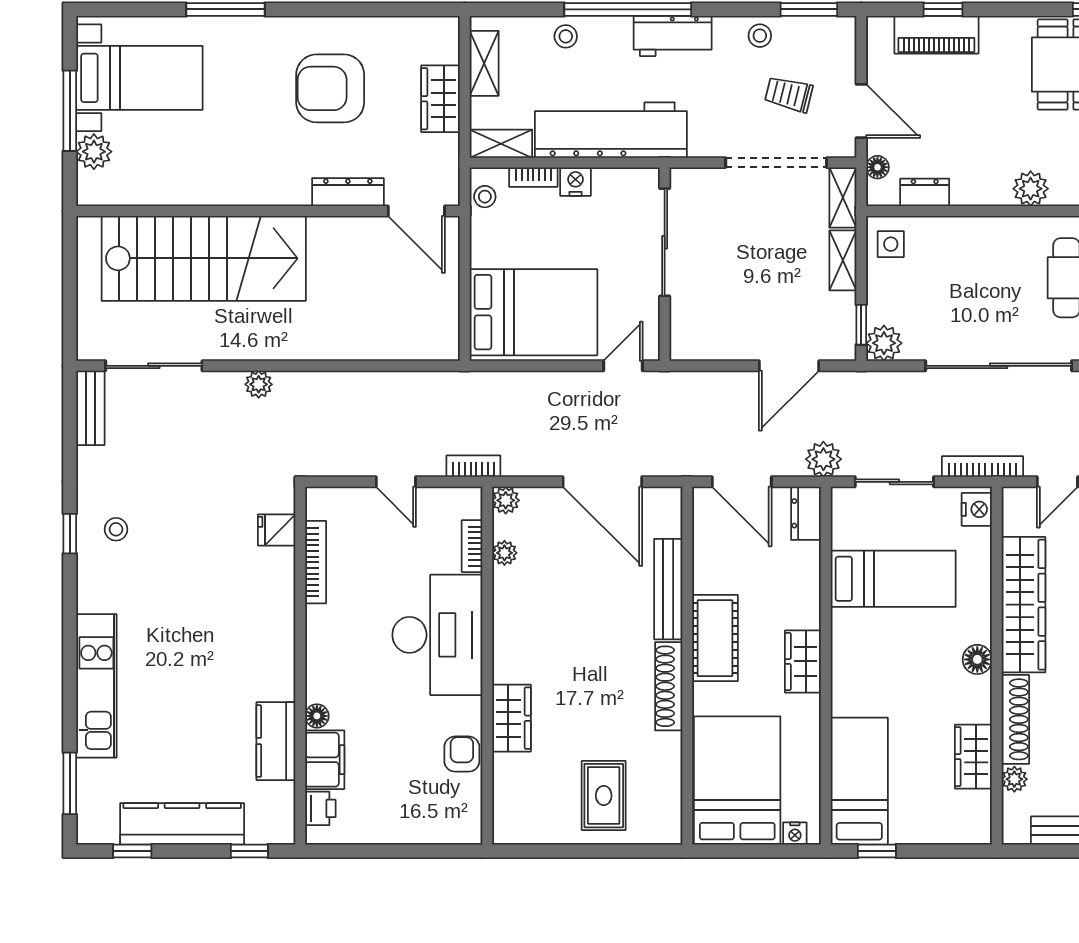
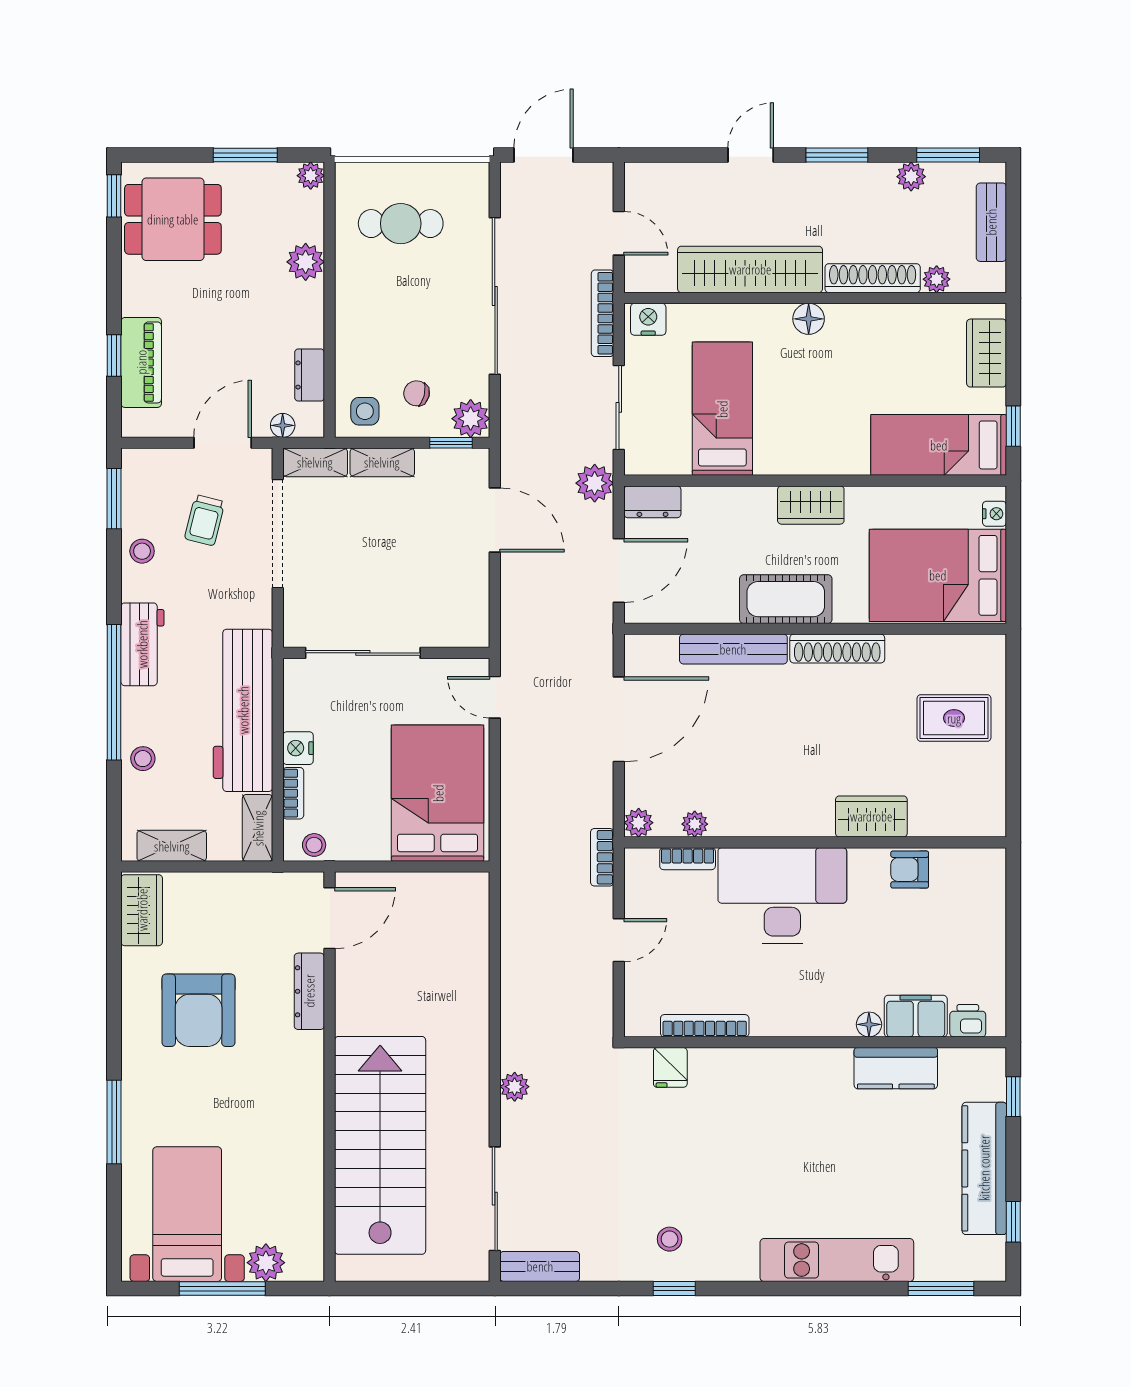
wardrobe: (441, 99) -> (142, 910), moved, turned -90
chair: (908, 293) -> (417, 393), added
wardrobe: (973, 757) -> (987, 353), moved, turned 90

